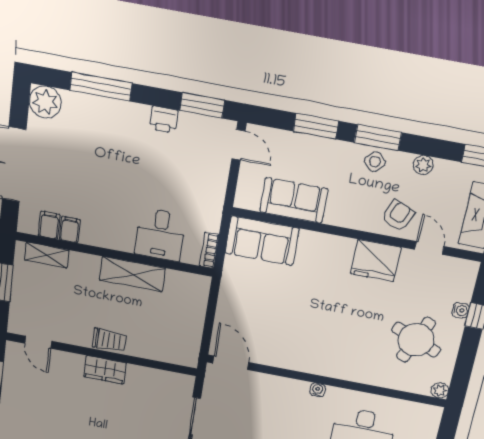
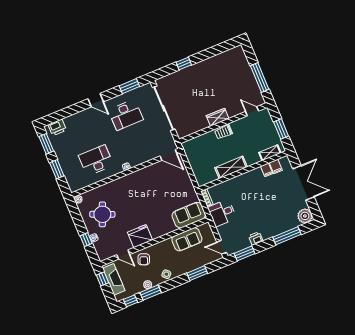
window: (378, 137) -> (151, 293), moved
desk: (160, 235) -> (222, 213), moved, turned -90

